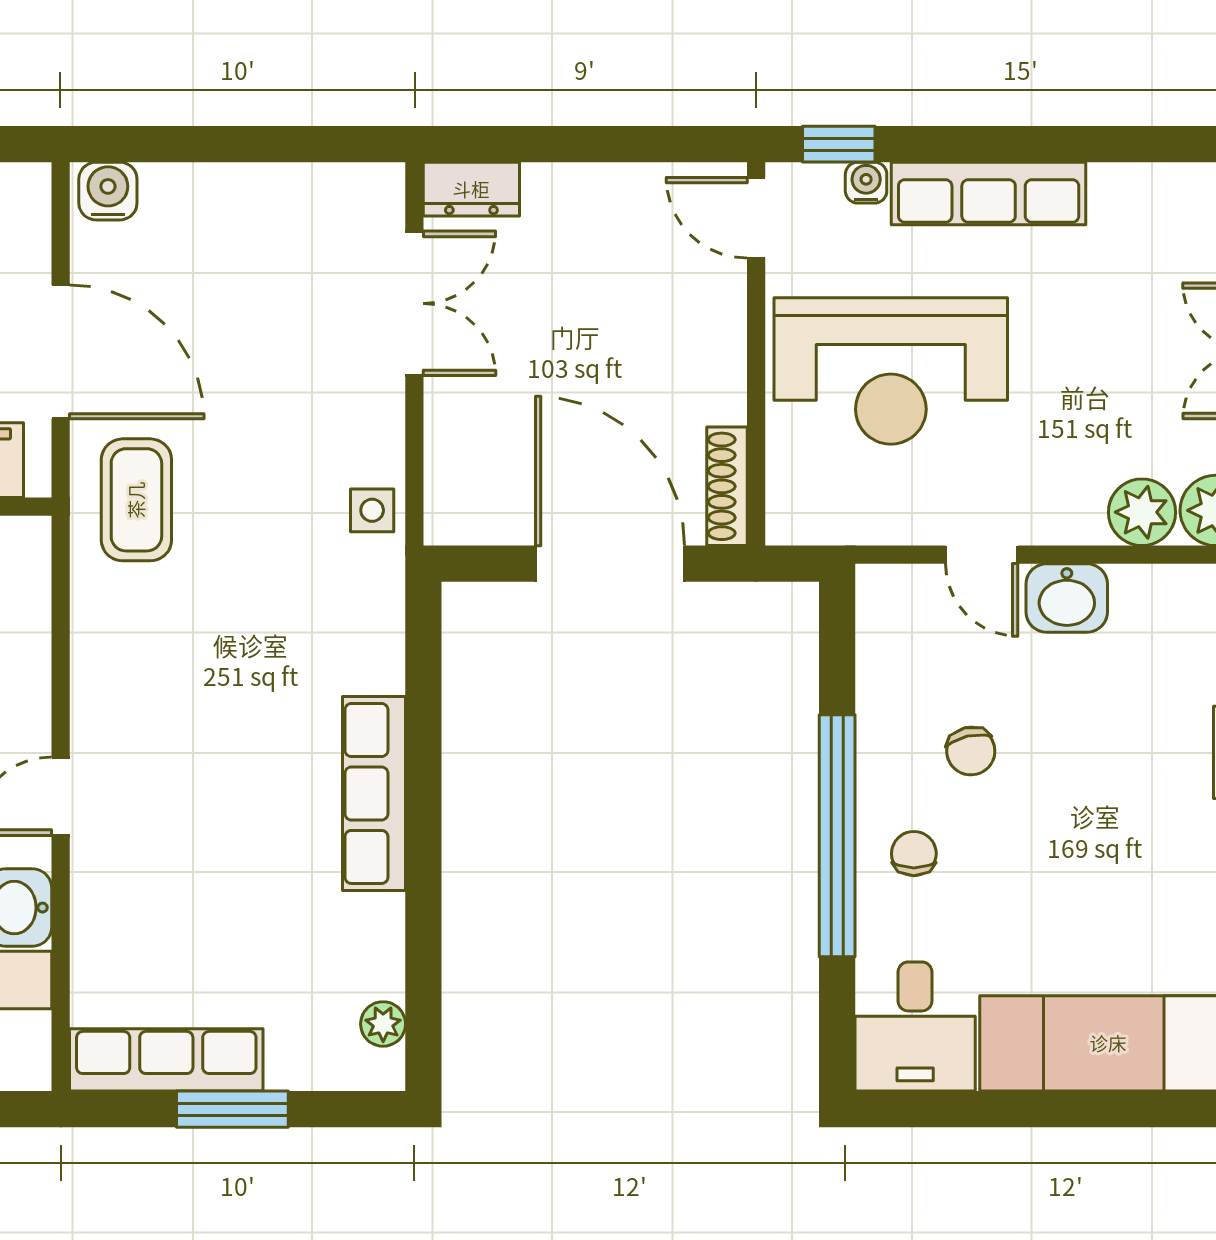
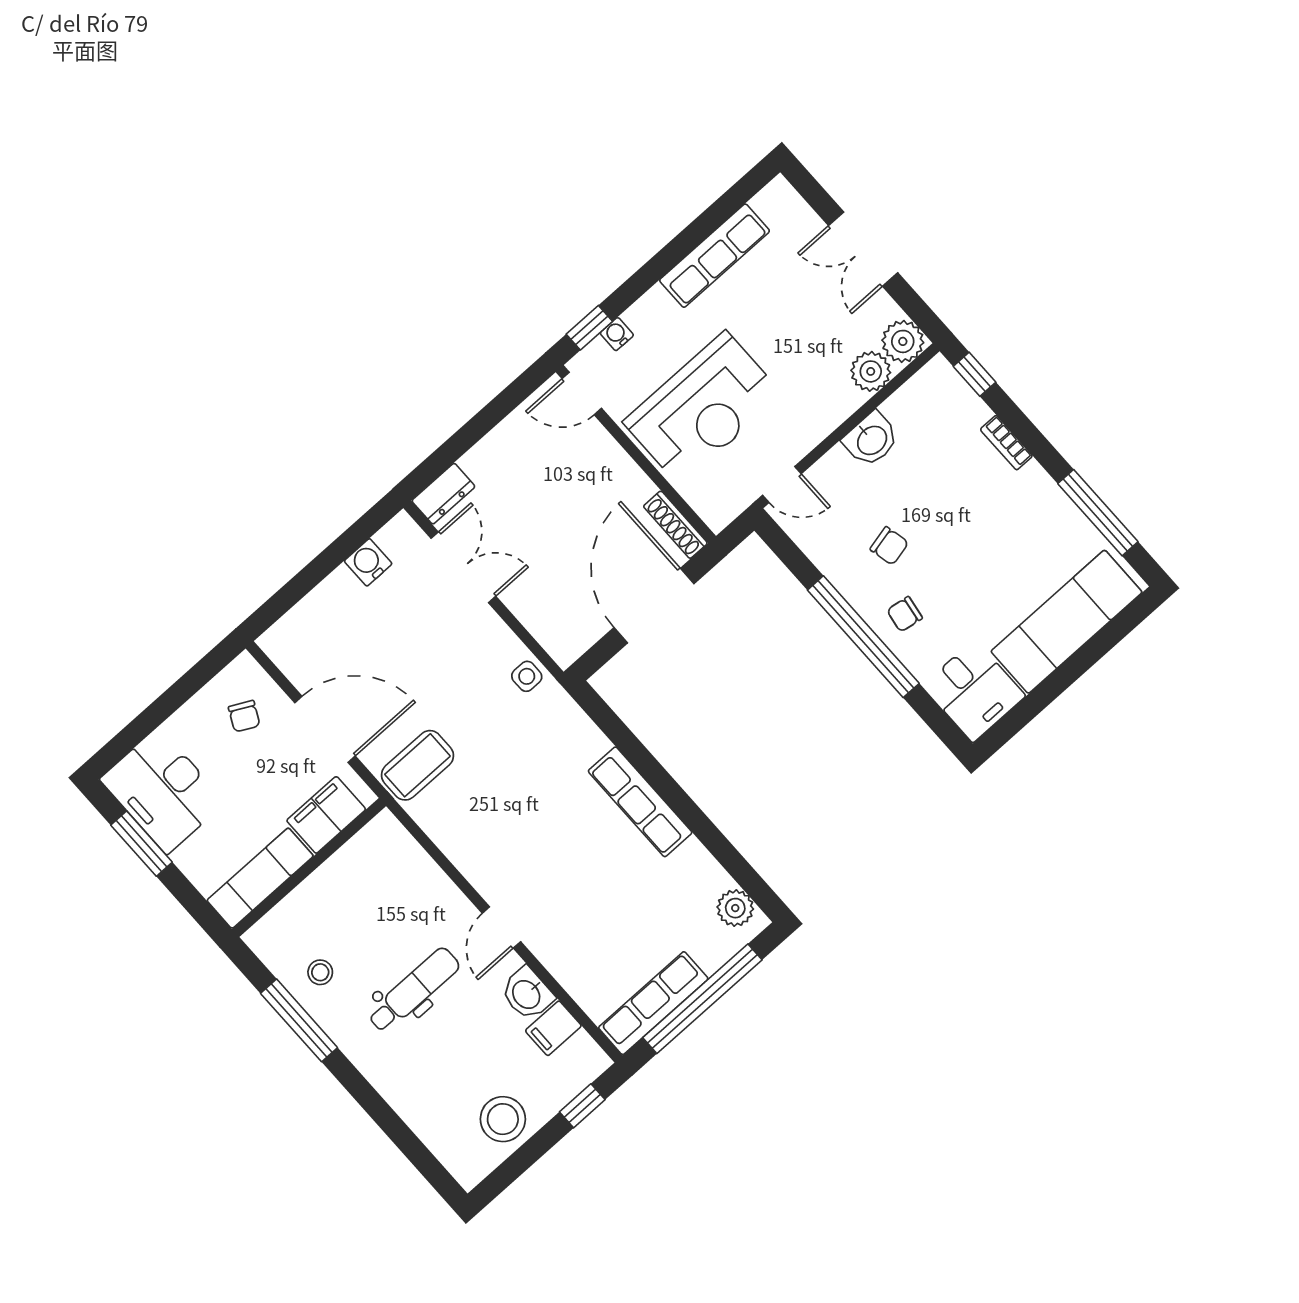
water cooler: (108, 191) -> (368, 562), moved
row of seats: (989, 193) -> (715, 256), moved
coffee table: (136, 500) -> (418, 765), turned 90
door: (982, 555) -> (782, 485), moved
door: (610, 564) -> (654, 606), hinge flipped
chair: (914, 854) -> (905, 614), turned -81
plant: (383, 1024) -> (735, 908), width x1.38, depth x1.38
window: (232, 1109) -> (702, 999), width x2.11

